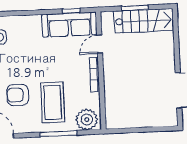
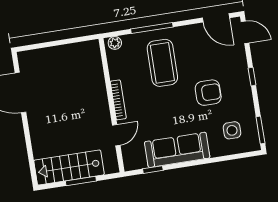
sofa: (69, 25) -> (177, 150), moved
armchair: (18, 95) -> (208, 93), moved
plant: (87, 120) -> (115, 43), width x0.53, depth x0.53

